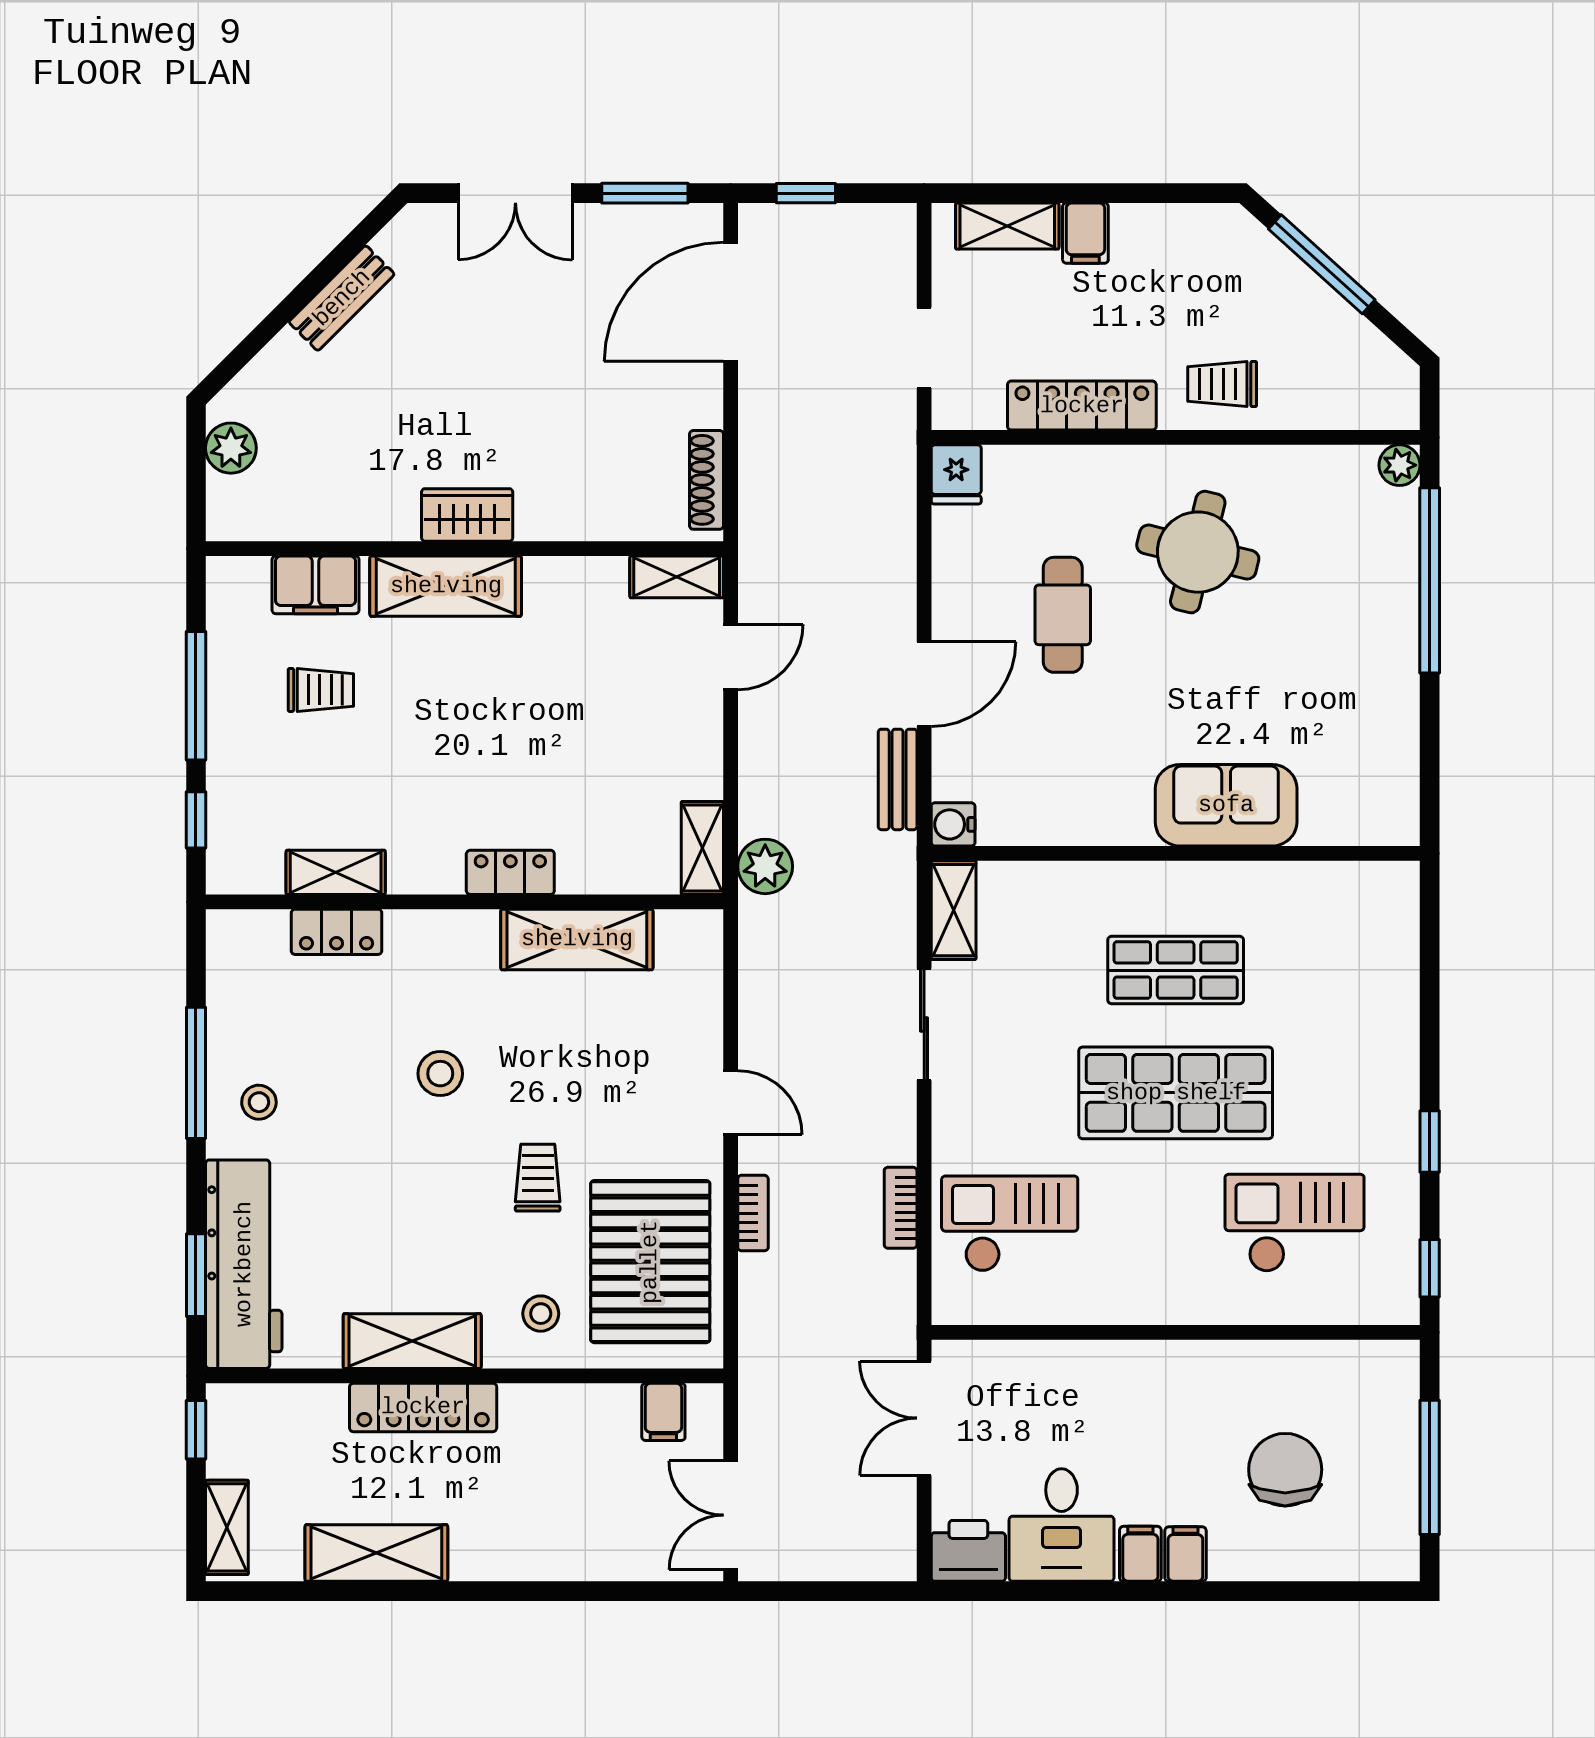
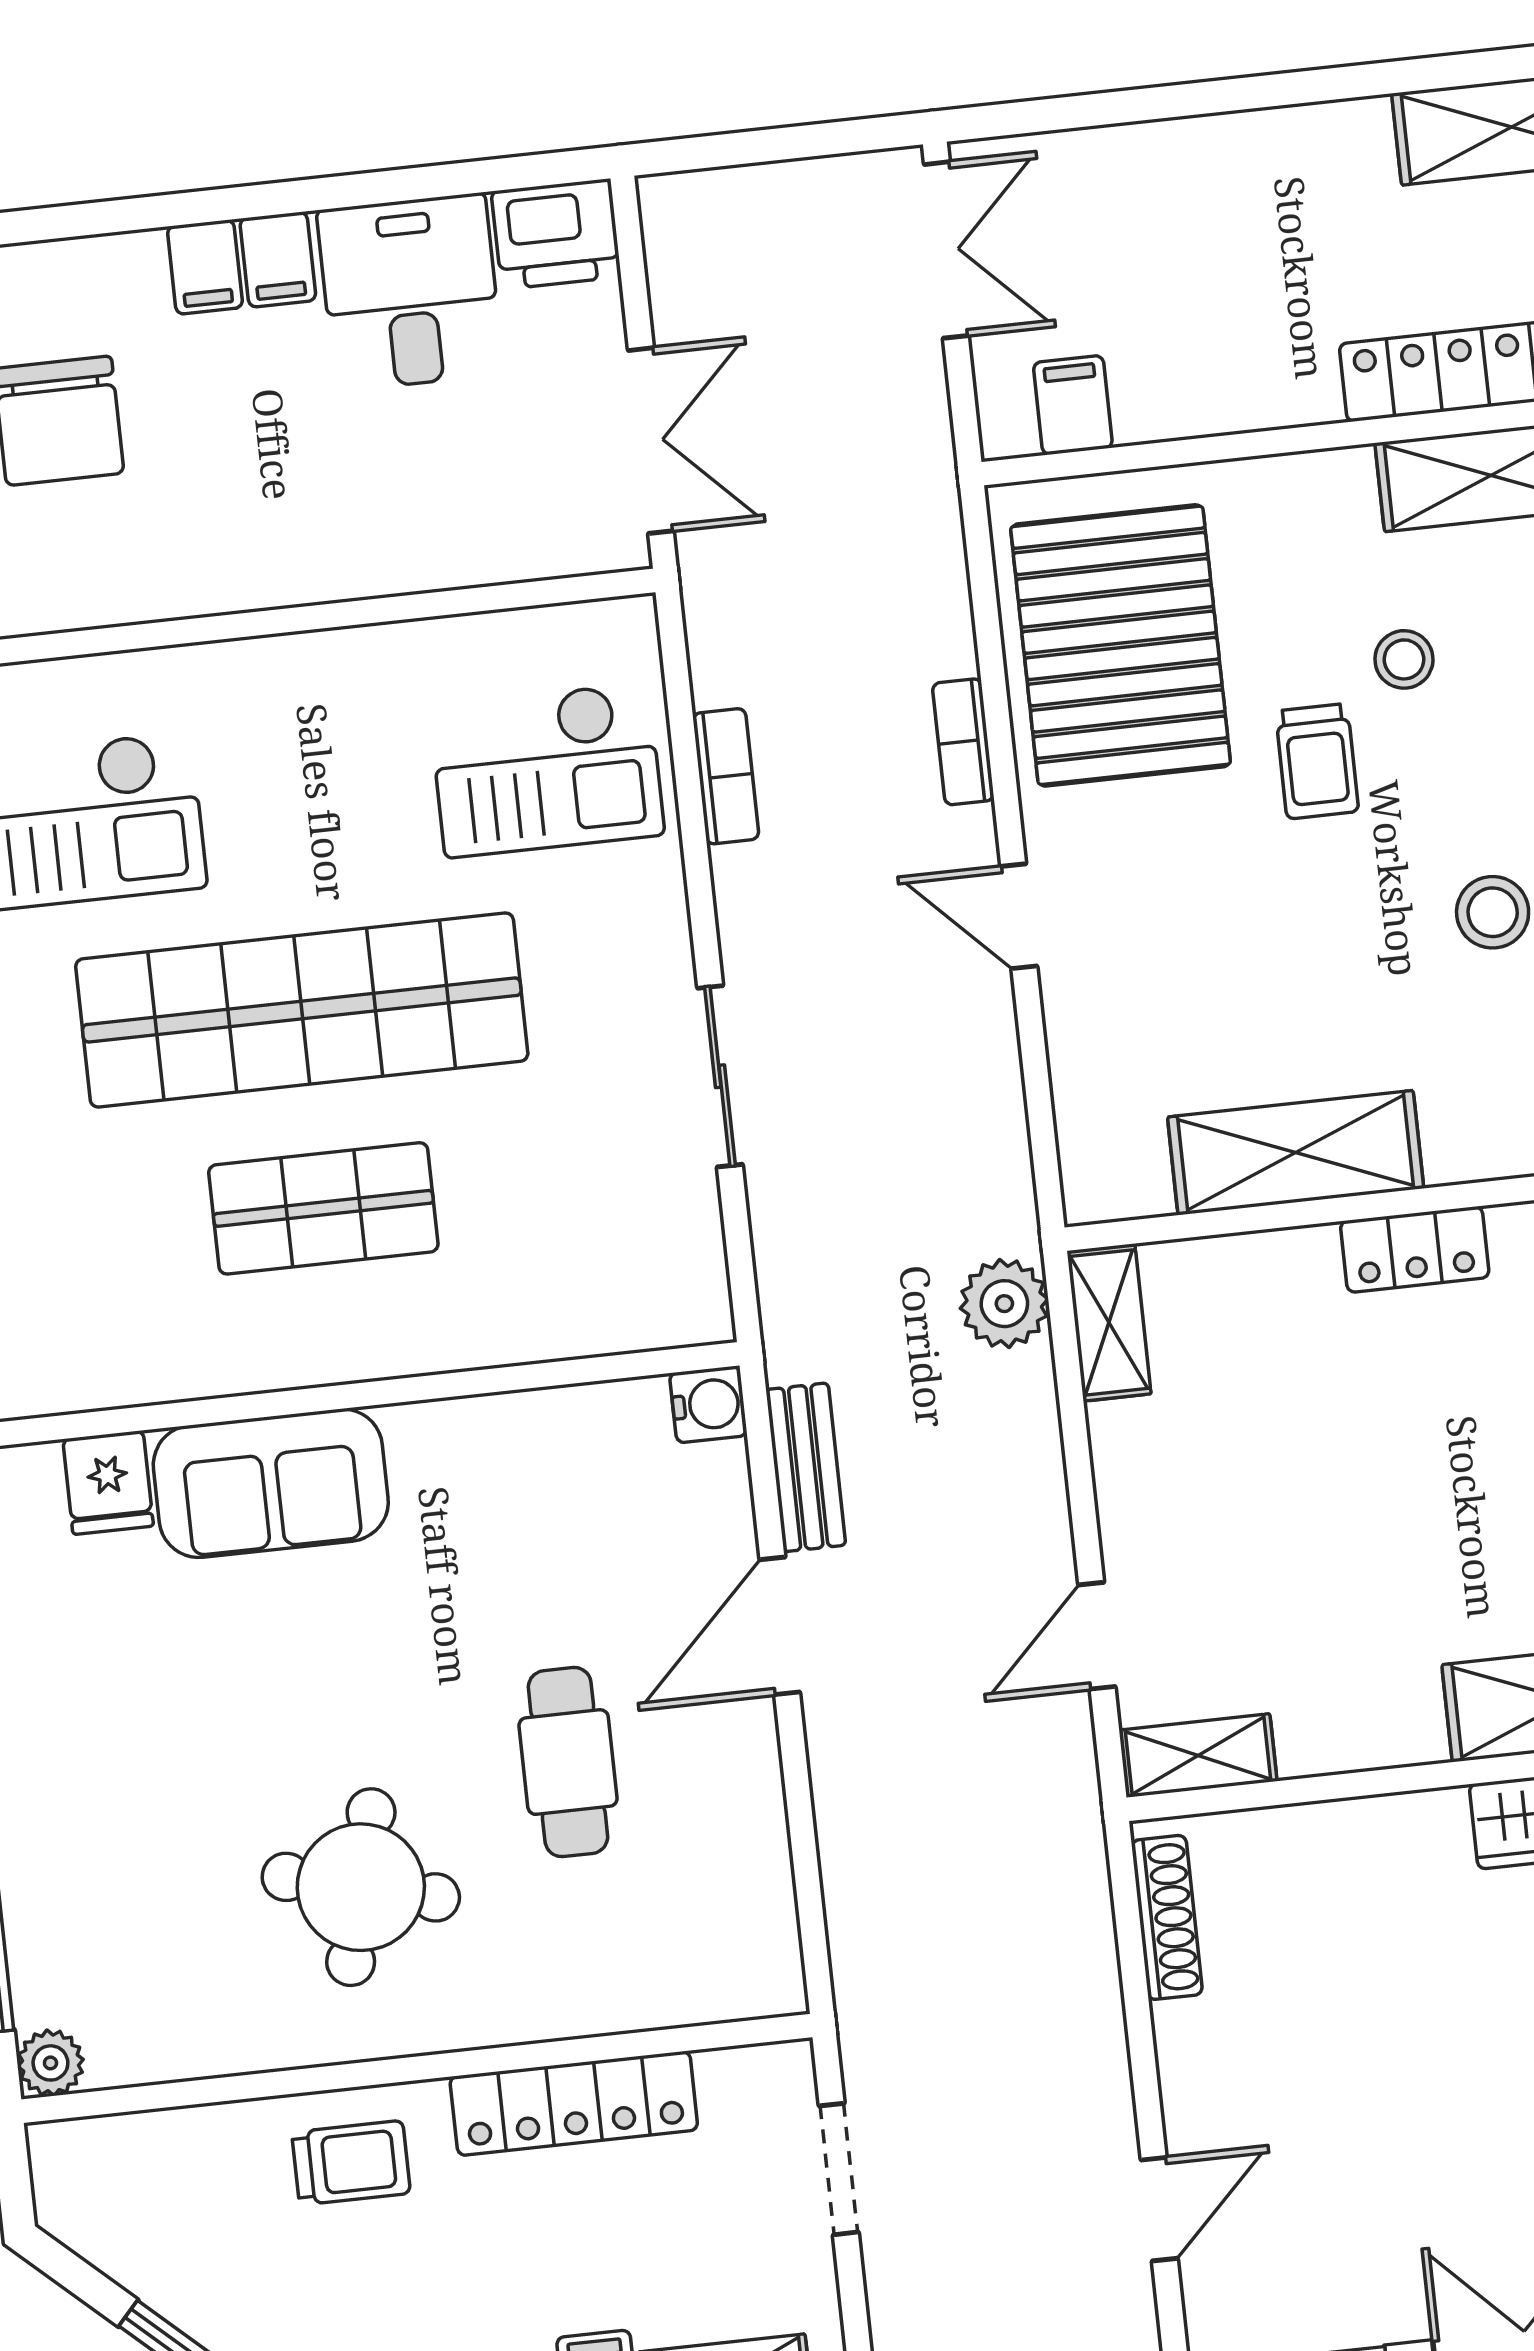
door: (731, 302) -> (1159, 2209), width x0.53
fridge: (956, 474) -> (108, 1483), moved, turned 180
shelving: (954, 910) -> (692, 1266), removed
shop shelf: (1176, 1093) -> (302, 1010), width x1.40
stool: (541, 1314) -> (1404, 659), moved

